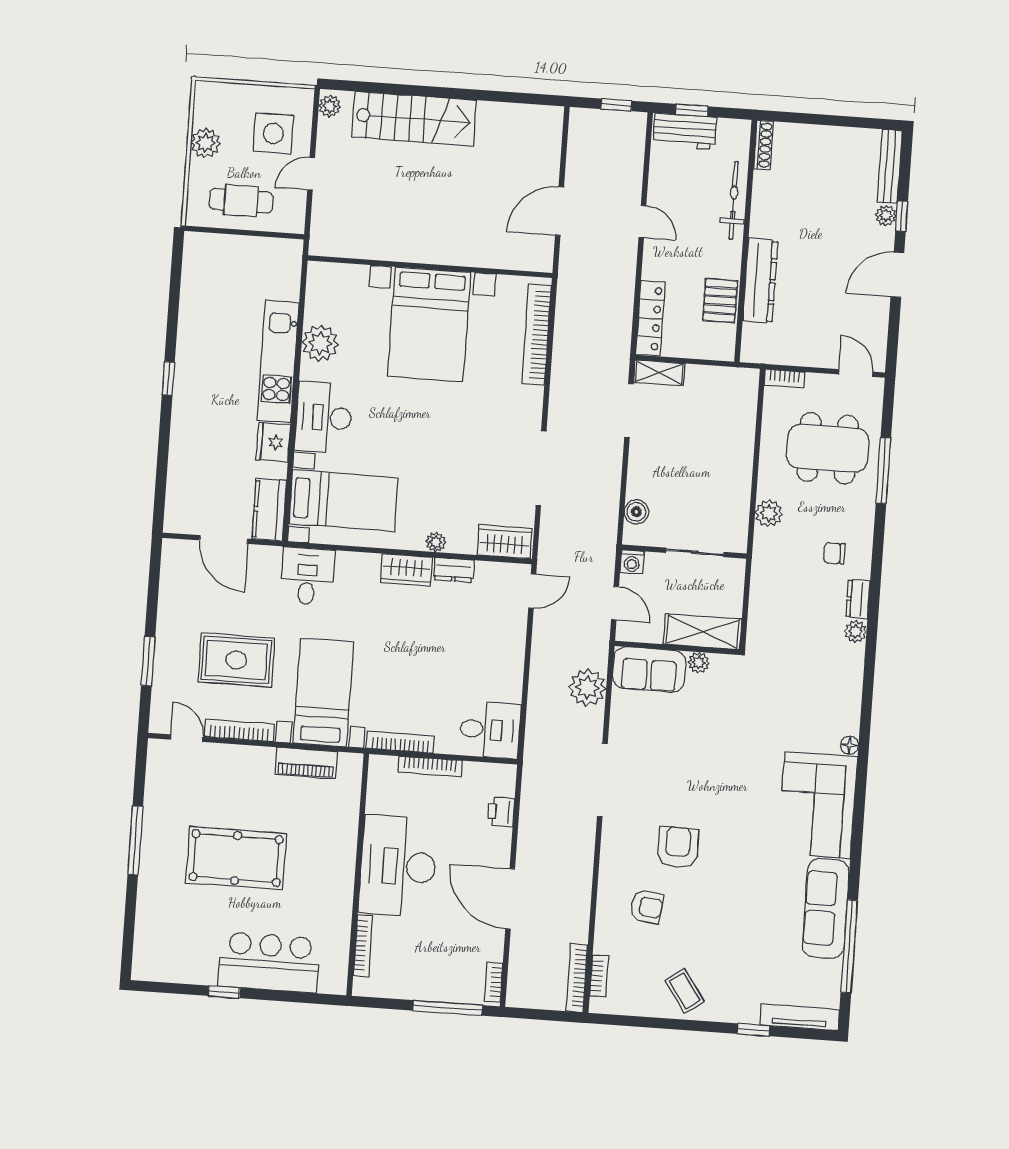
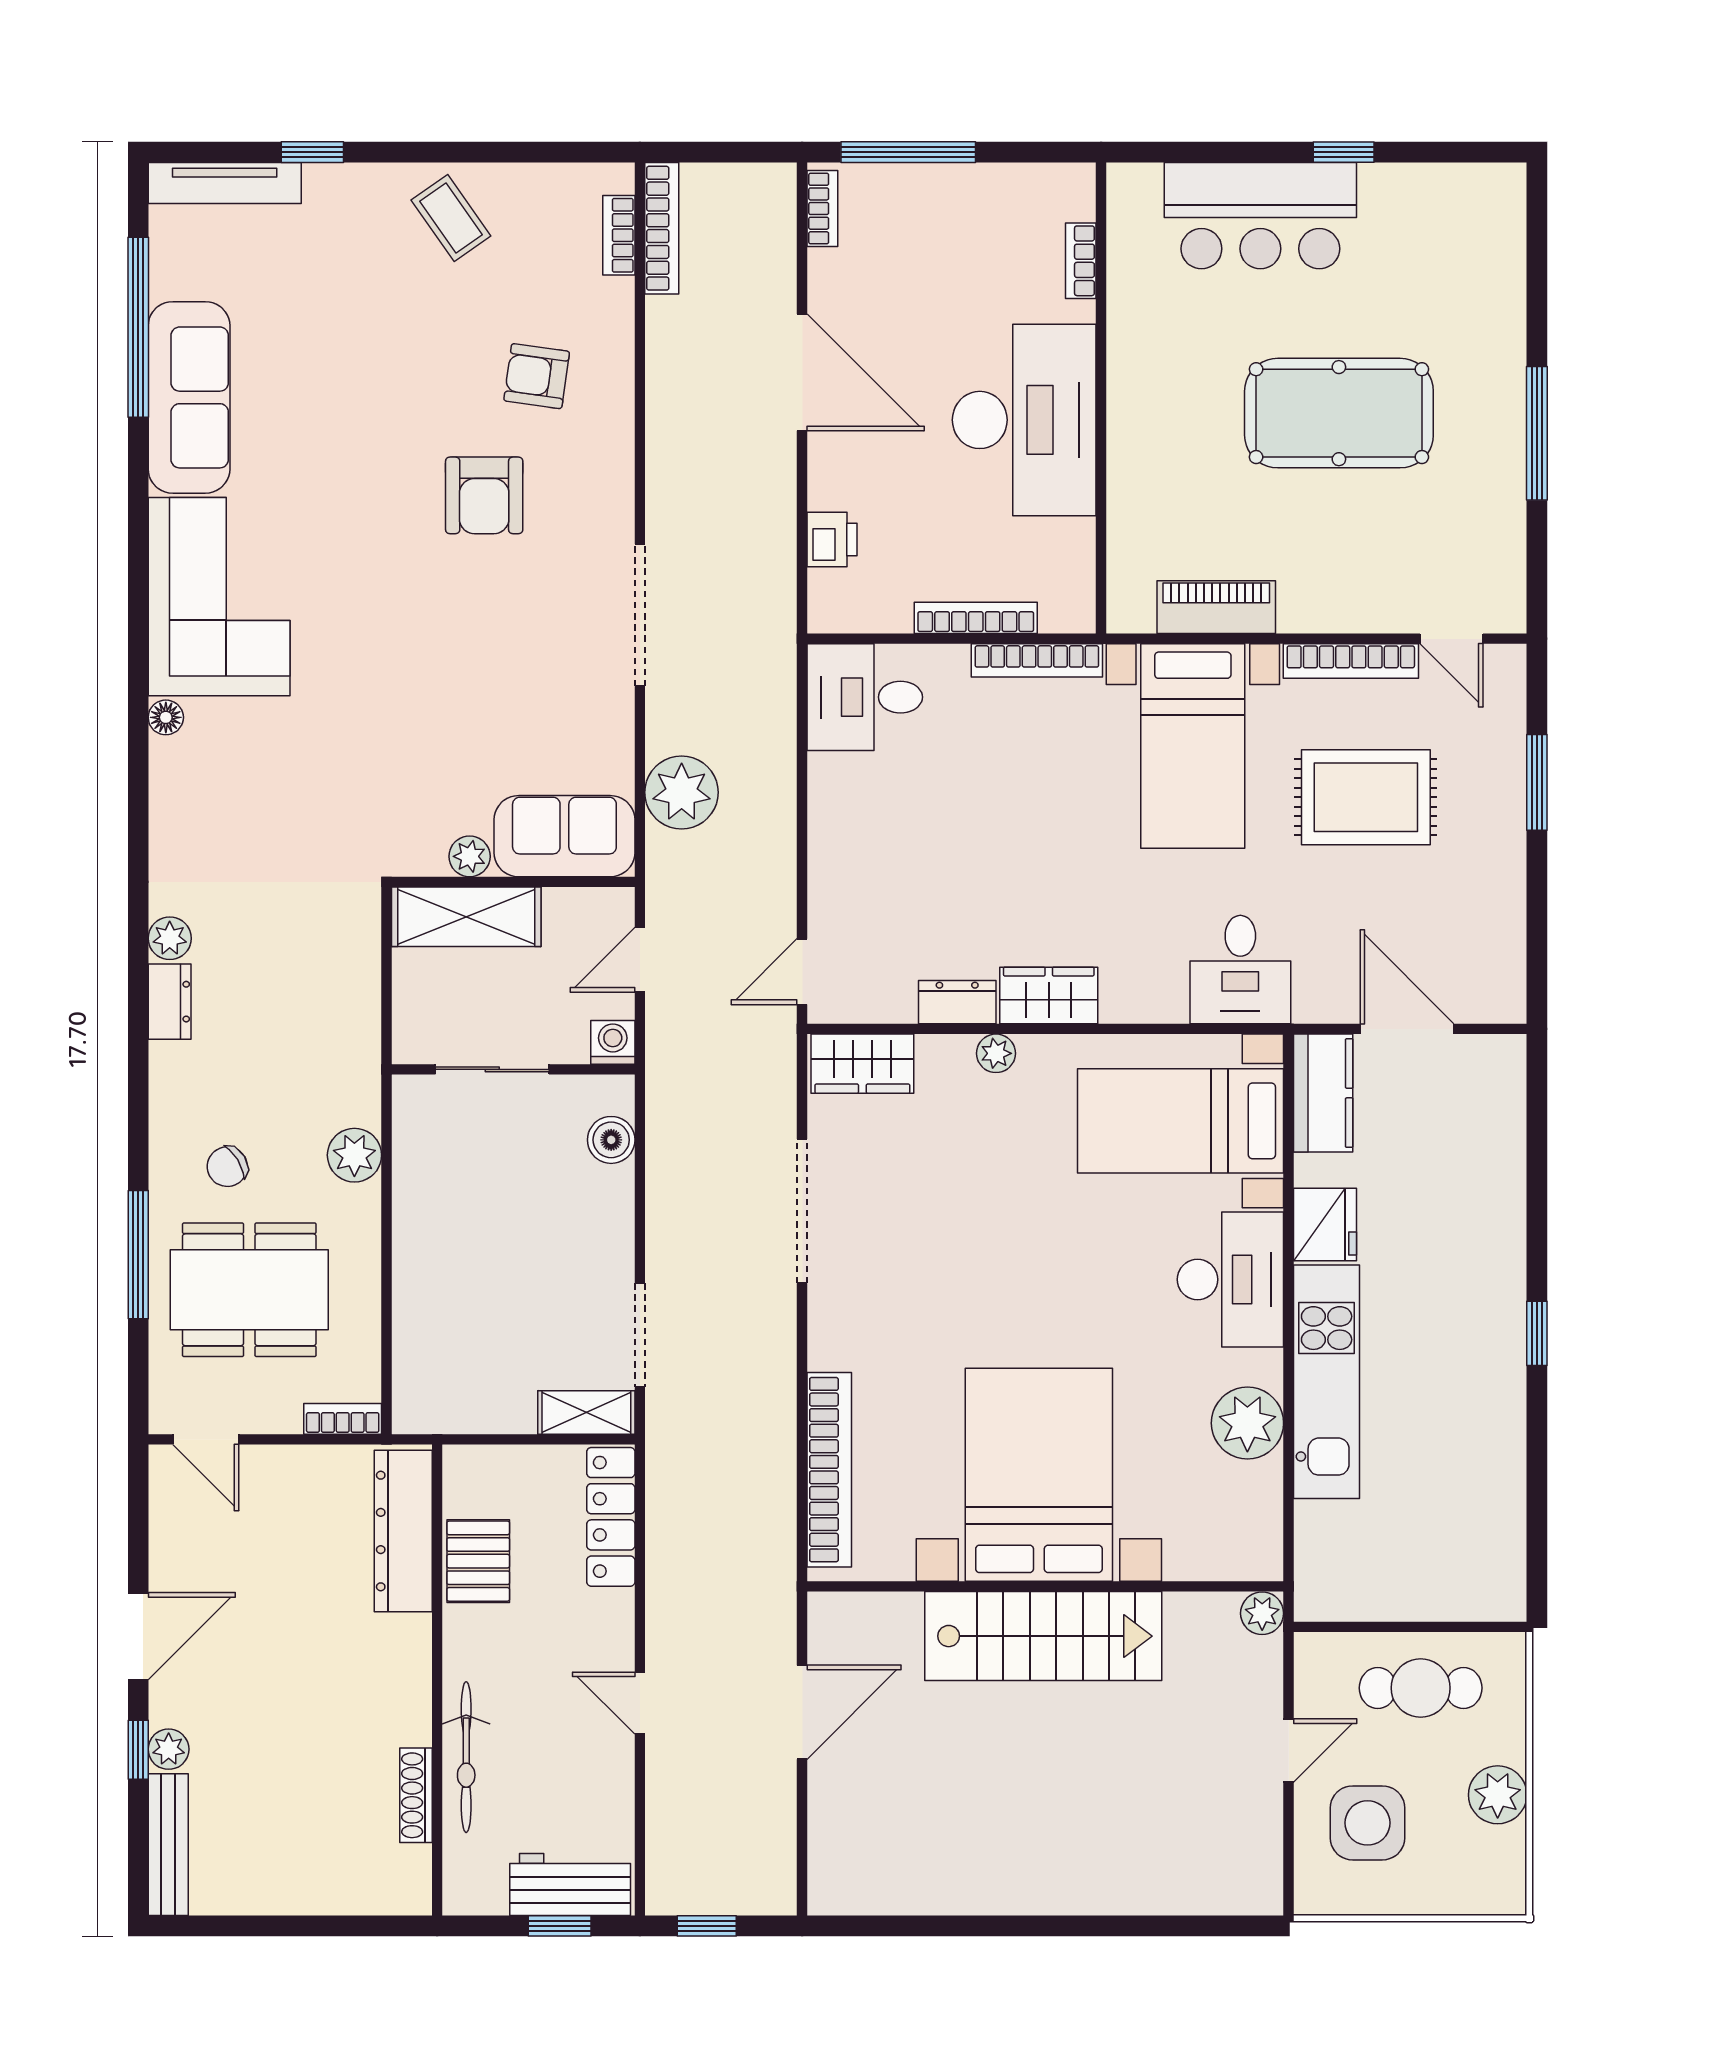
plant: (330, 106) -> (1262, 1613), moved
stairs: (414, 119) -> (1043, 1636), moved, turned 180
shoe rack: (763, 145) -> (416, 1795), moved
dresser: (760, 281) -> (403, 1531), moved
chair: (834, 553) -> (227, 1167), moved, turned 149
door: (615, 603) -> (640, 960), hinge flipped
bookcase: (363, 946) -> (1081, 261), width x0.64

